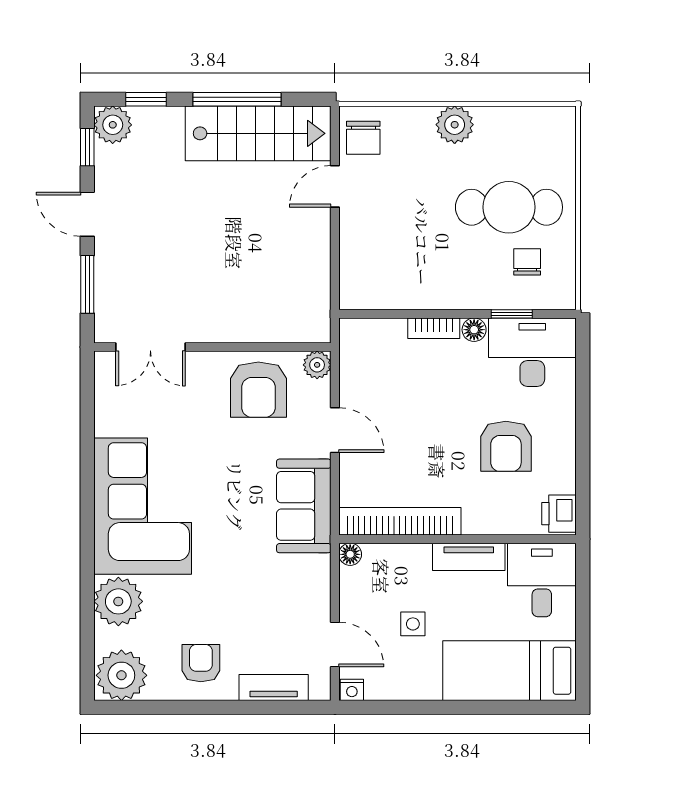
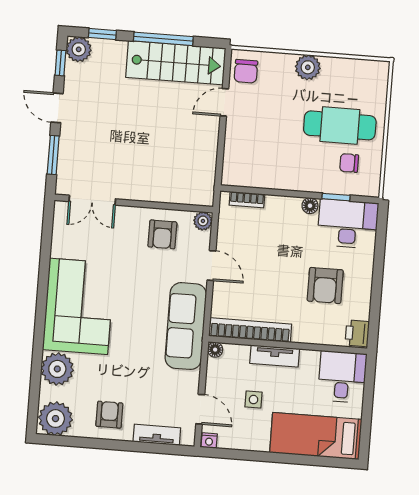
chair: (527, 262) -> (349, 163), turned -90
bookcase: (434, 328) -> (247, 200), moved
armchair: (258, 390) -> (162, 234), width x0.72, depth x0.72
sofa: (304, 506) -> (186, 326), width x1.36
tv unit: (469, 557) -> (275, 356), moved

